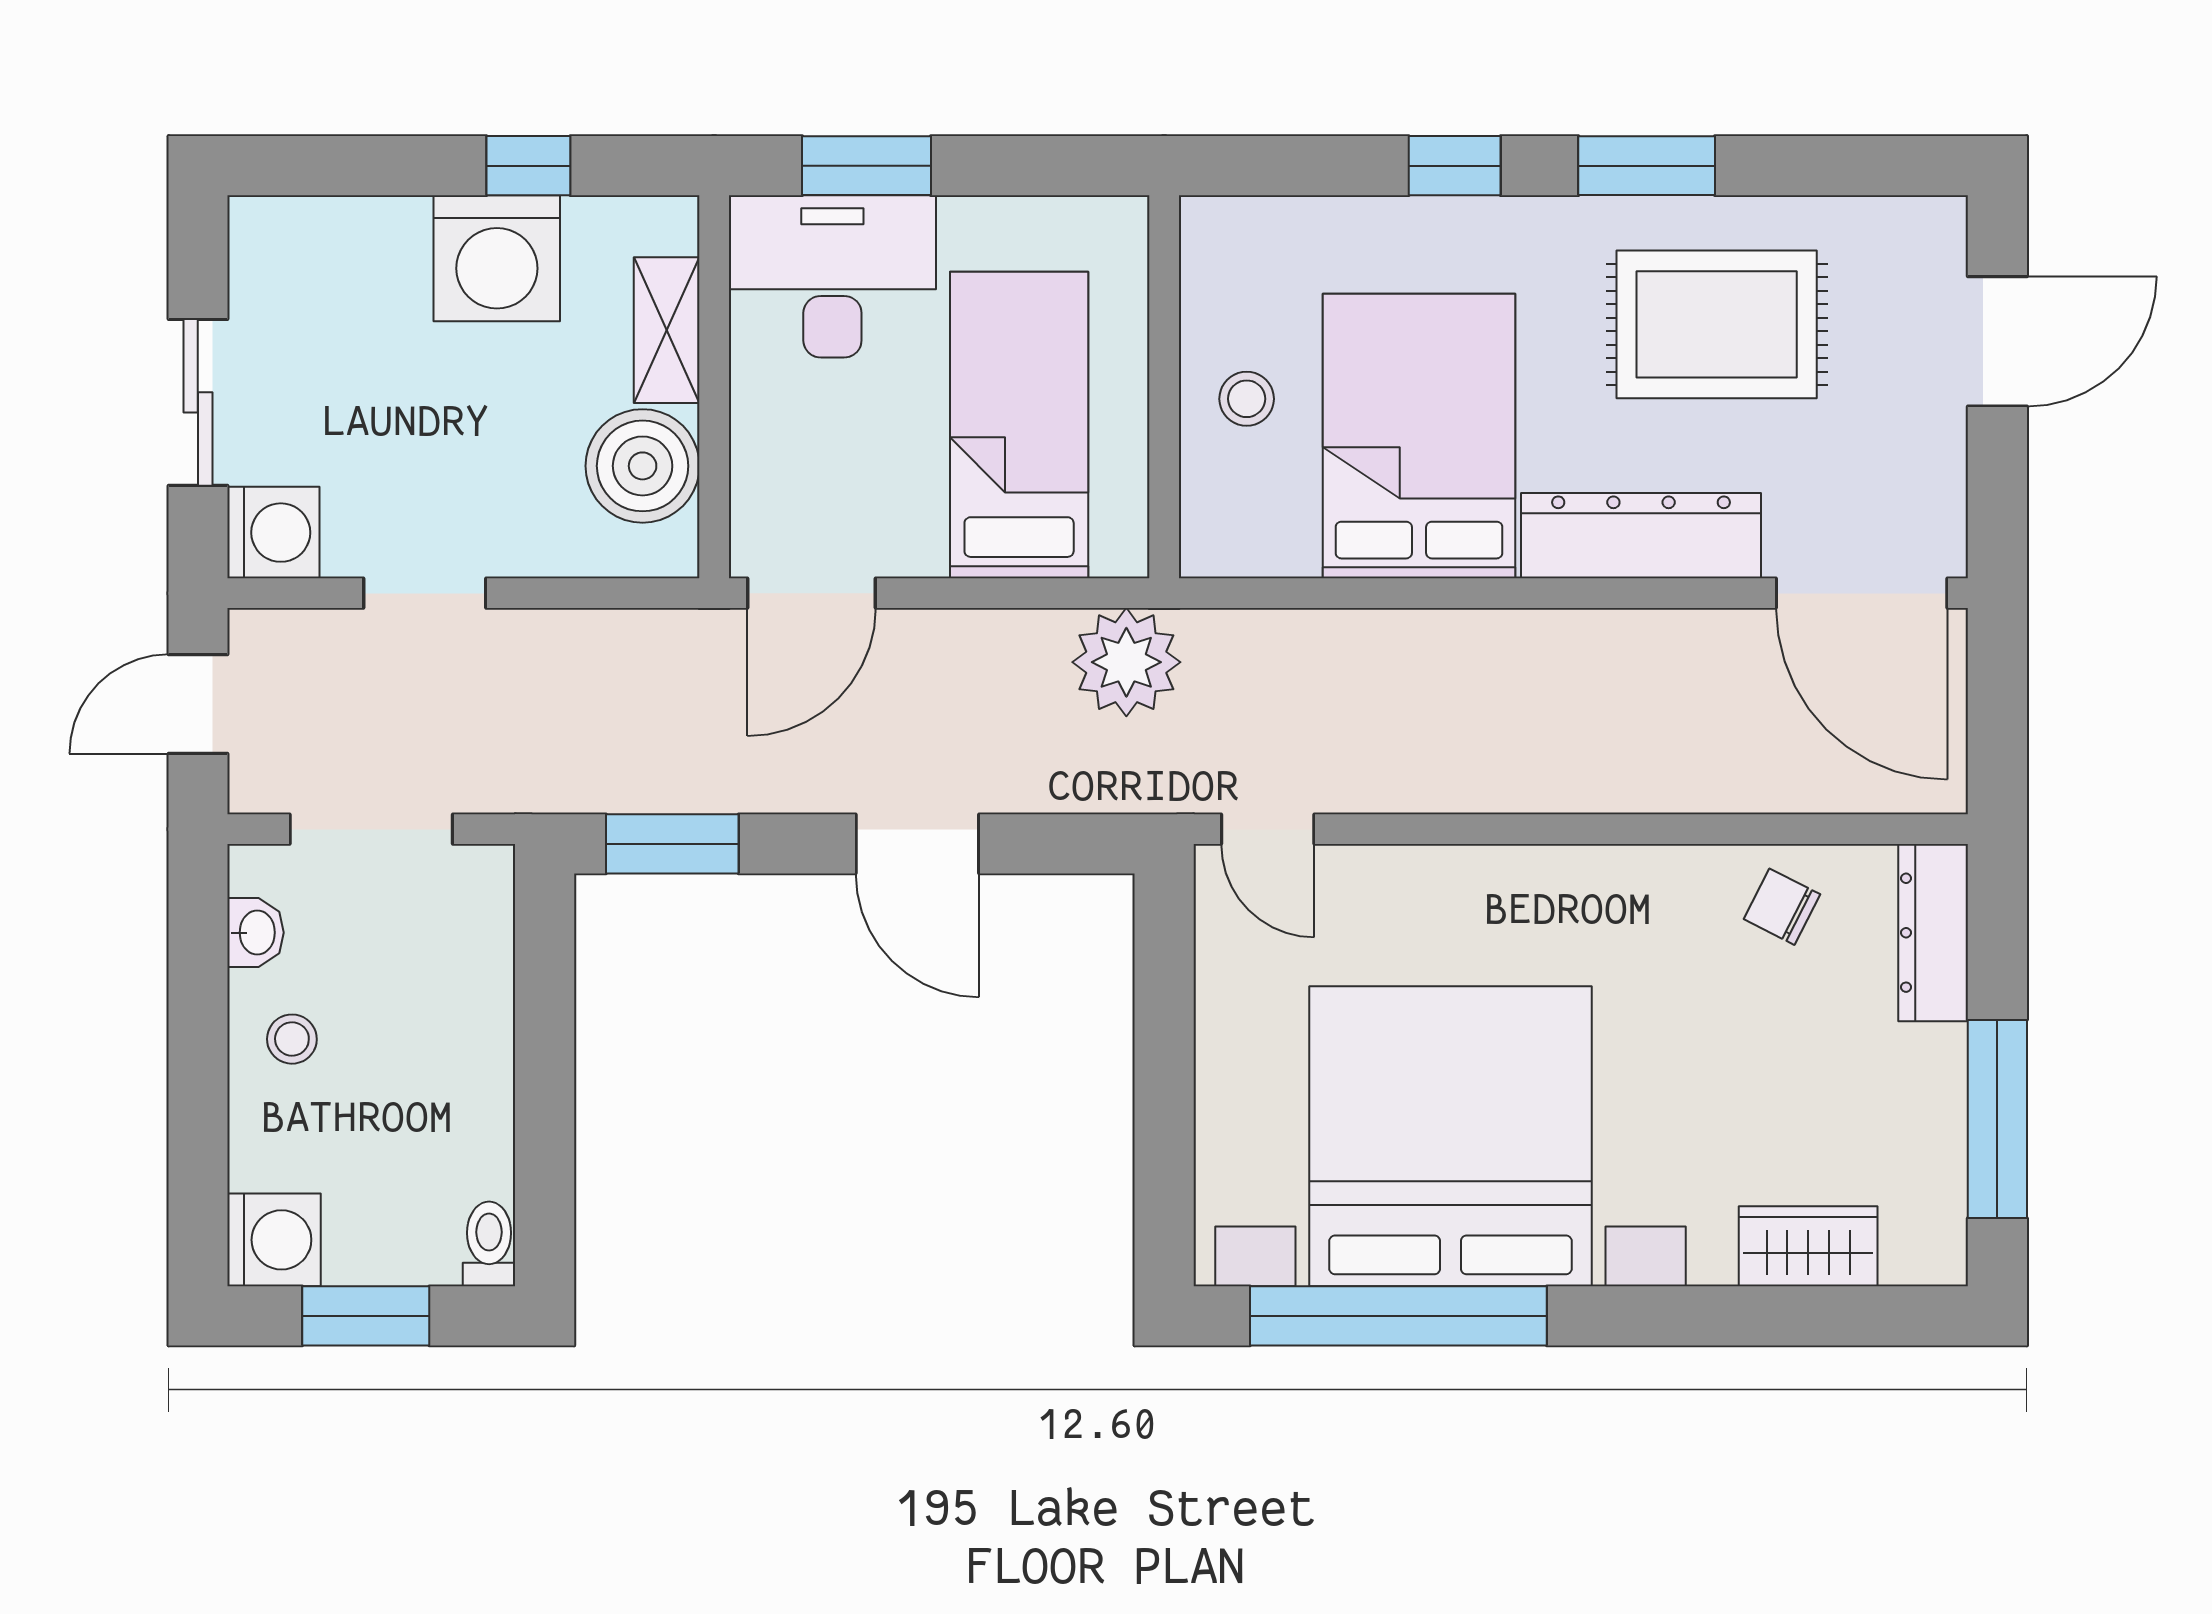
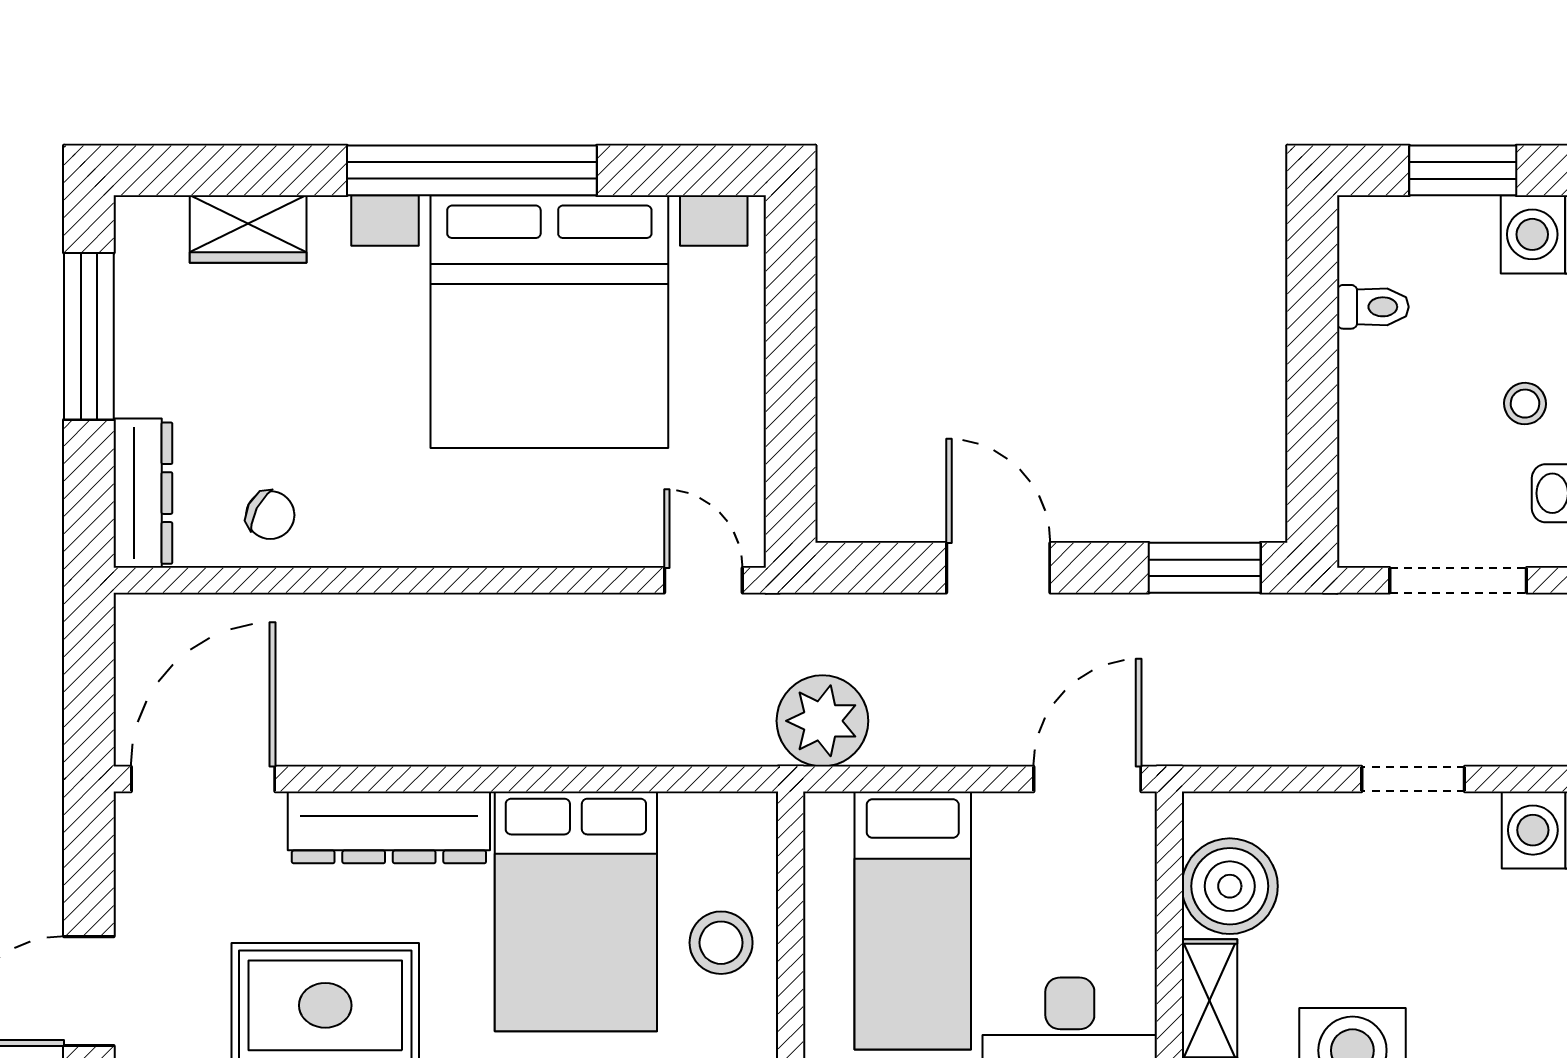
stool: (1247, 399) -> (721, 943), width x1.37, depth x1.37
door: (1862, 593) -> (203, 779), hinge flipped
toilet: (489, 1244) -> (1373, 307), moved, turned -90
window: (1398, 1316) -> (472, 170), moved

